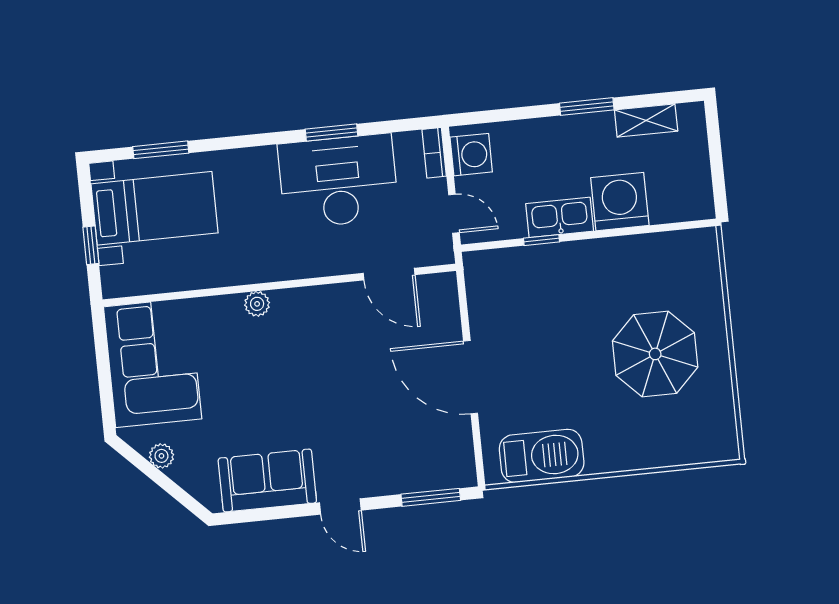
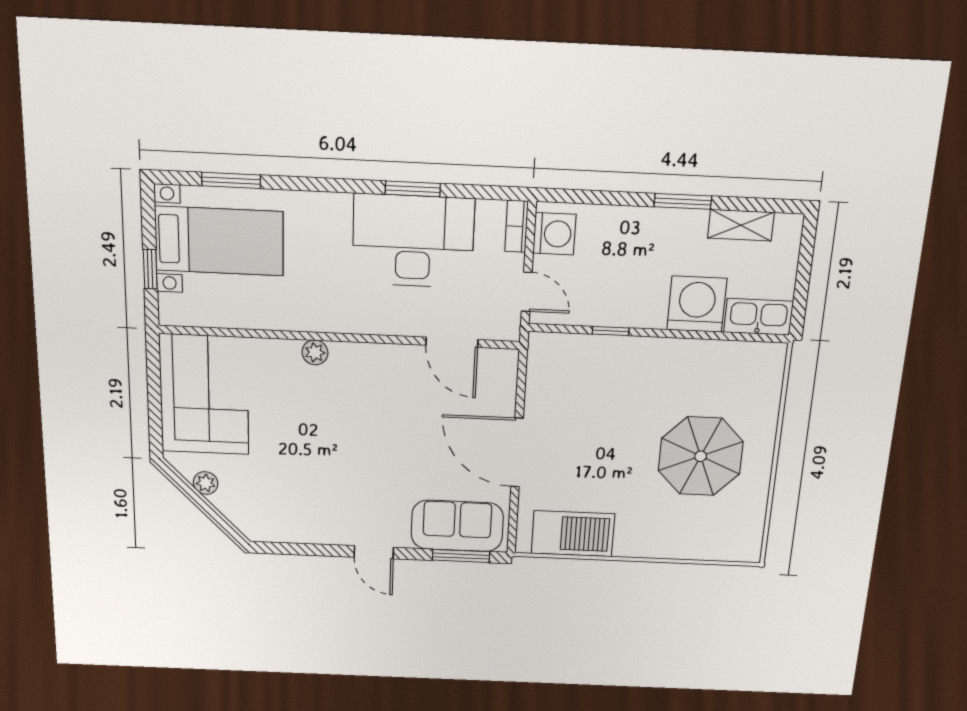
kitchen sink: (560, 217) -> (759, 317), moved
sofa: (267, 481) -> (457, 526), moved

